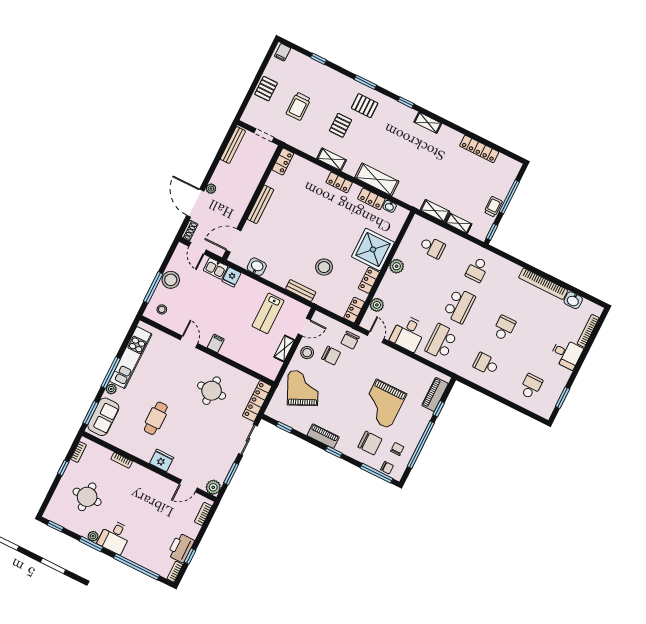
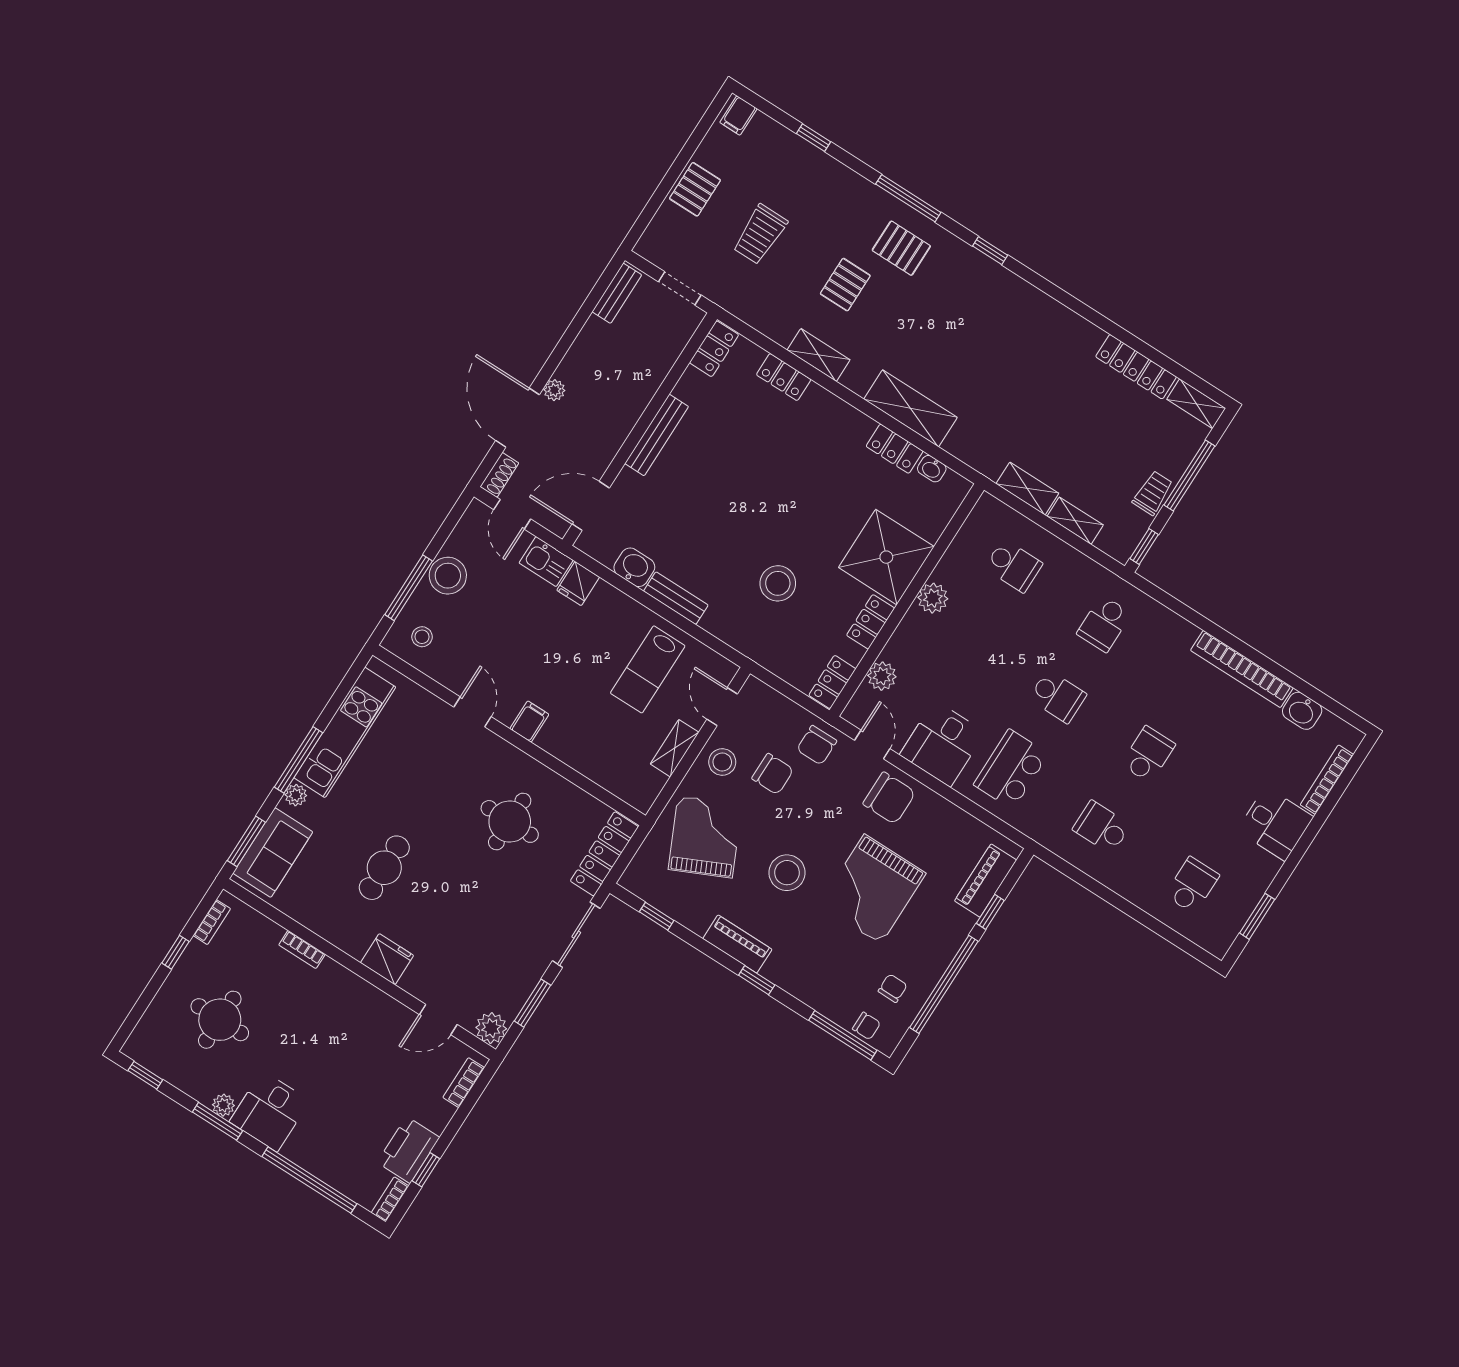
window: (365, 82) -> (908, 198), width x1.44
shelving: (428, 123) -> (1196, 404), moved
bench: (233, 145) -> (617, 293), width x0.73
locker: (339, 182) -> (784, 377), moved
bench: (301, 291) -> (676, 598), moved
school desk: (459, 306) -> (1058, 697), width x0.54
door: (304, 327) -> (722, 707), swing flipped
stool: (343, 401) -> (787, 873), added
chair: (370, 443) -> (889, 798), moved

